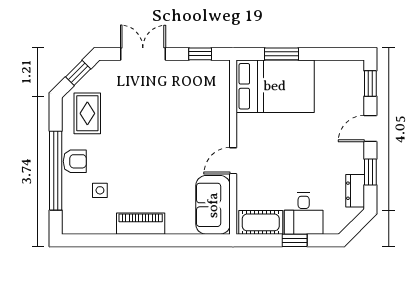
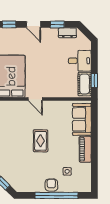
rug: (87, 113) -> (41, 141), moved, turned 90
door: (233, 161) -> (35, 99), moved
sofa: (213, 205) -> (82, 119), moved, turned 90
window: (295, 240) -> (94, 80), moved

